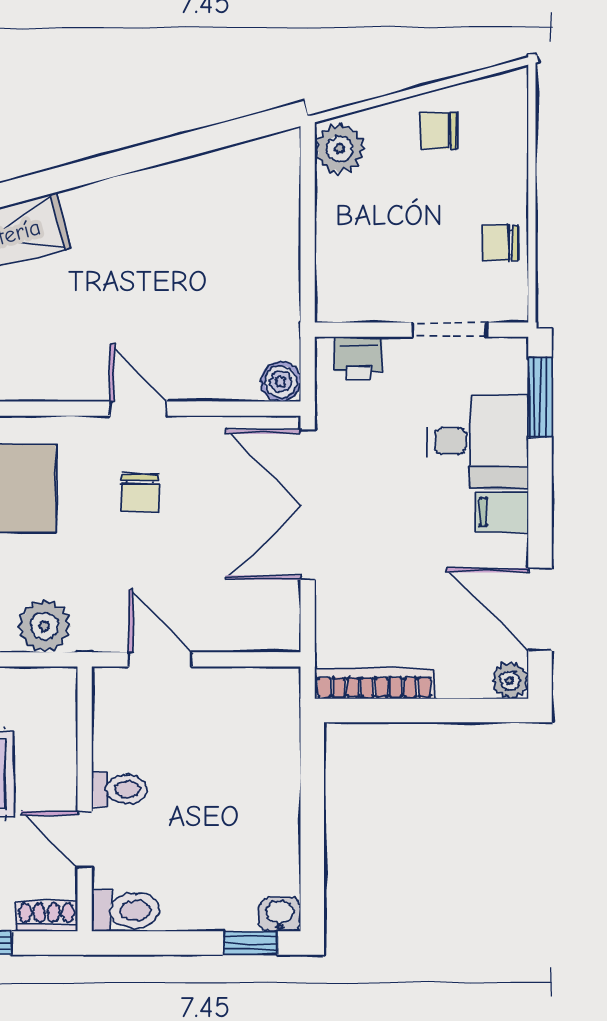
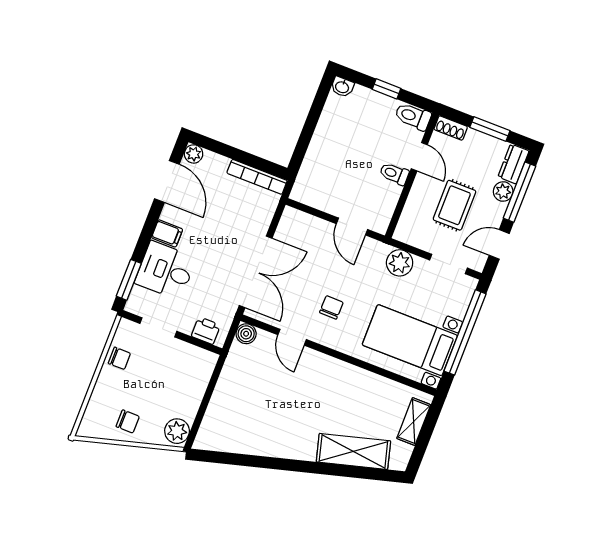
door: (139, 409) -> (292, 337), moved
window: (251, 943) -> (386, 89), moved

